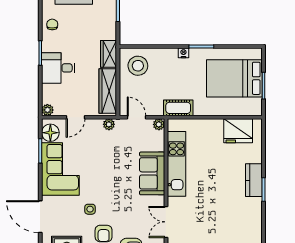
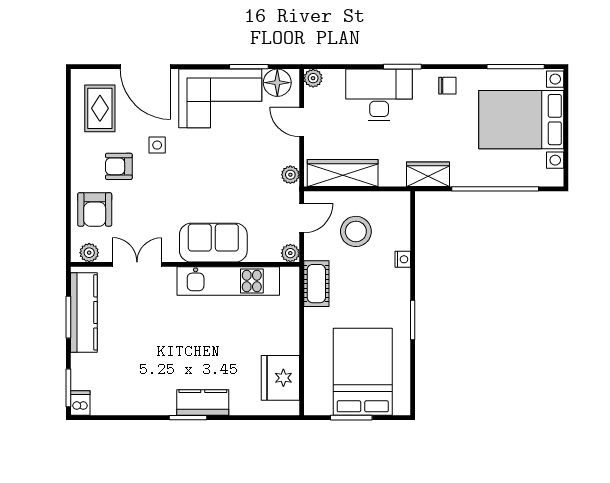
nightstand: (183, 53) -> (403, 259), moved
wardrobe: (109, 54) -> (428, 174), moved
stool: (138, 66) -> (356, 231), moved
desk: (58, 68) -> (379, 95), width x1.37
door: (40, 217) -> (145, 67), swing flipped

